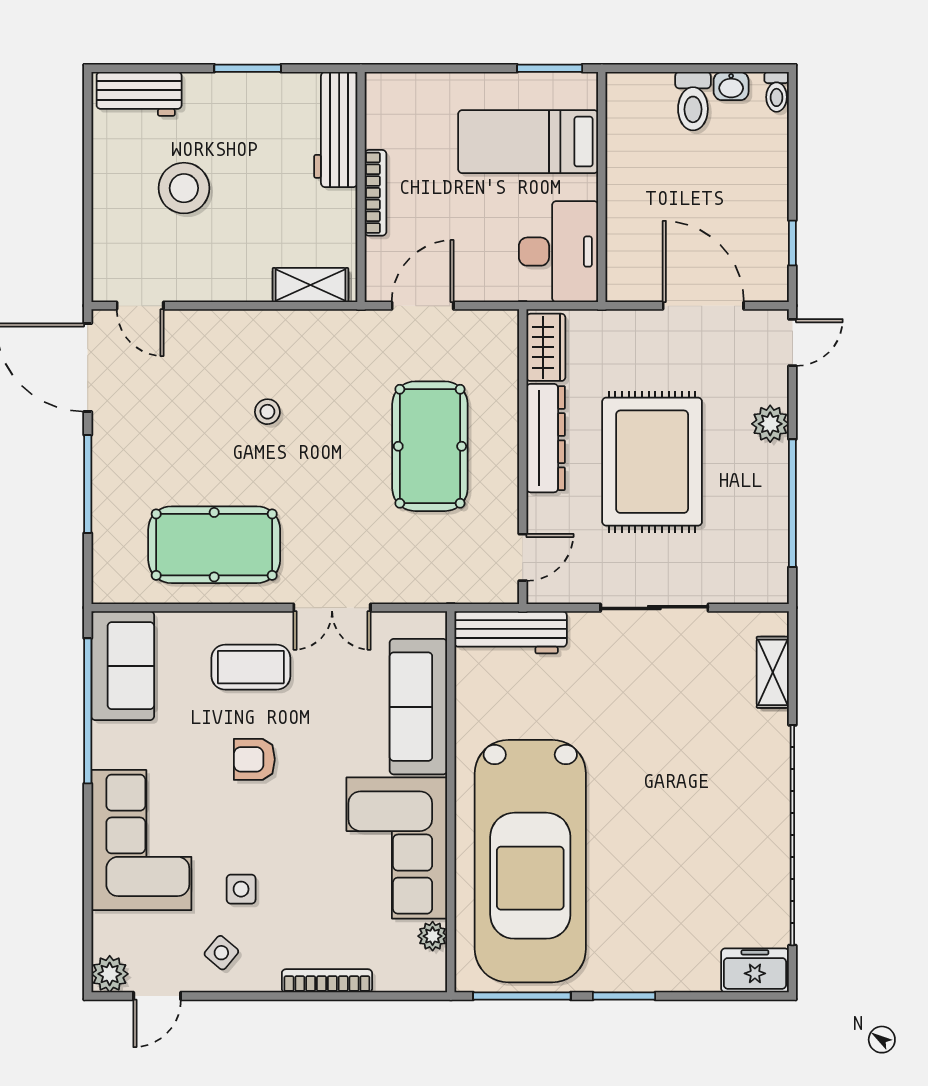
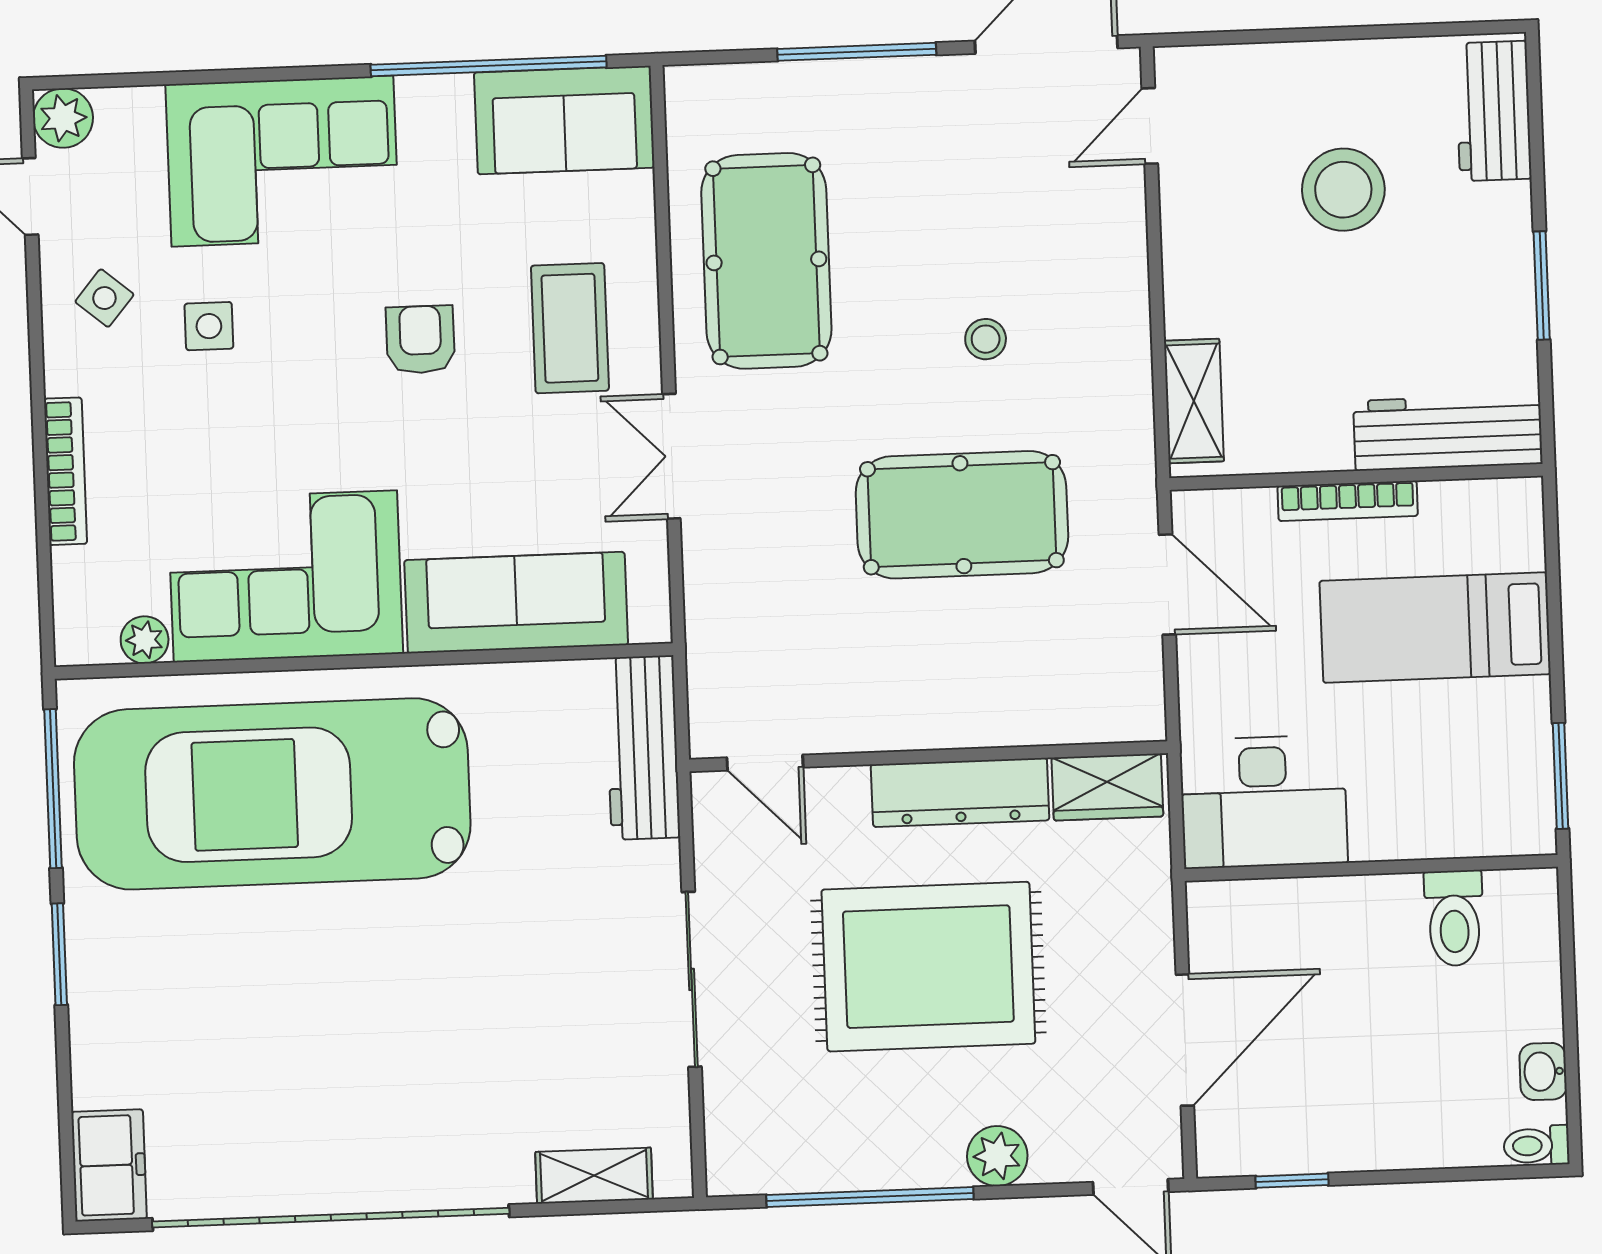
toilet: (693, 101) -> (1454, 918), moved, turned -90
bed: (528, 142) -> (1435, 628), moved, turned -90
pool table: (430, 446) -> (962, 515), moved

